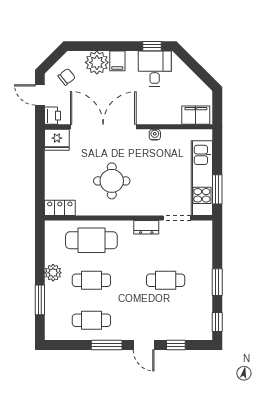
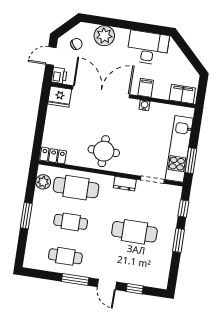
window: (152, 46) -> (154, 29), removed
filing cabinet: (117, 61) -> (146, 88), moved, turned 180
desk: (155, 69) -> (148, 48), width x1.37
door: (40, 95) -> (51, 56), hinge flipped
round table: (112, 181) -> (104, 151), moved
plant: (53, 273) -> (43, 182), moved
cafe table: (166, 280) -> (134, 232), width x1.37, depth x1.35
window: (40, 300) -> (26, 216), moved
window: (217, 322) -> (183, 209), moved

